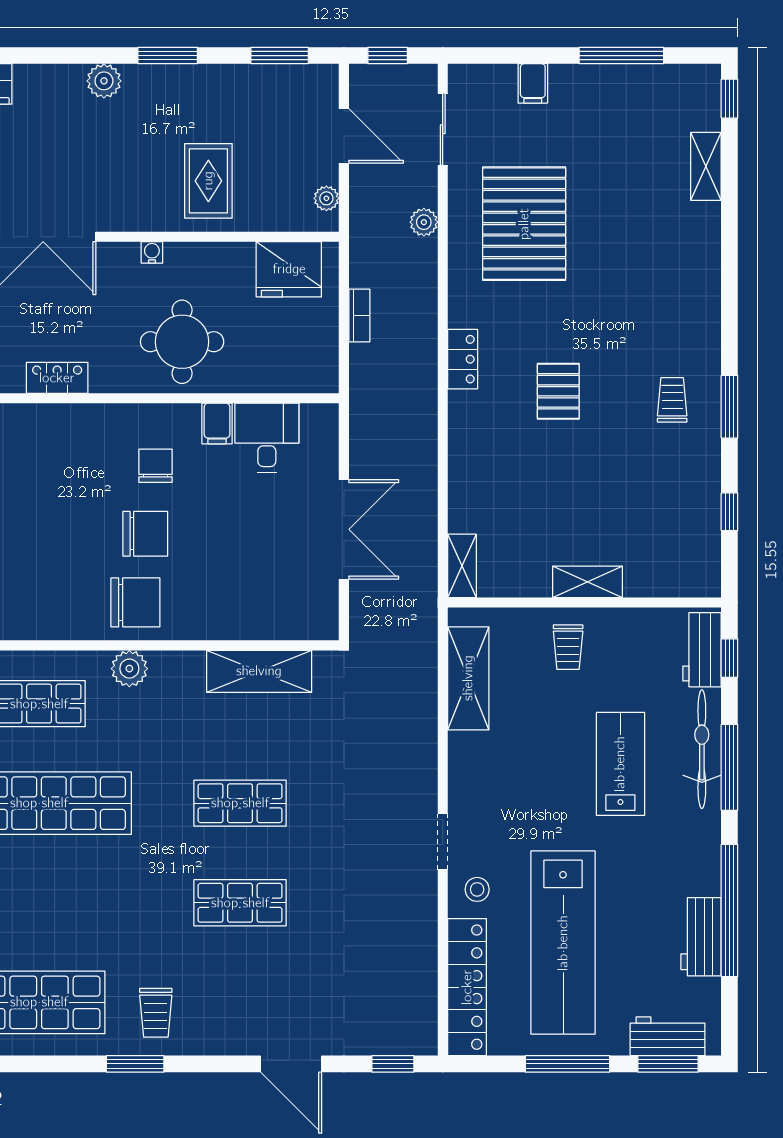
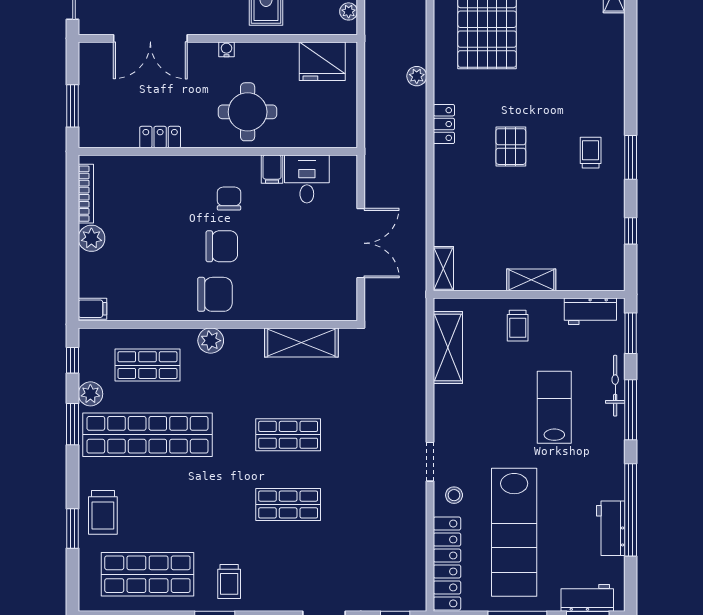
plant: (424, 222) -> (417, 76), moved
bookcase: (359, 316) -> (372, 94), removed
workbench: (702, 650) -> (590, 311), moved, turned -90
window: (729, 658) -> (631, 333), width x1.50
bicycle: (702, 749) -> (615, 386), width x0.73, depth x0.71

